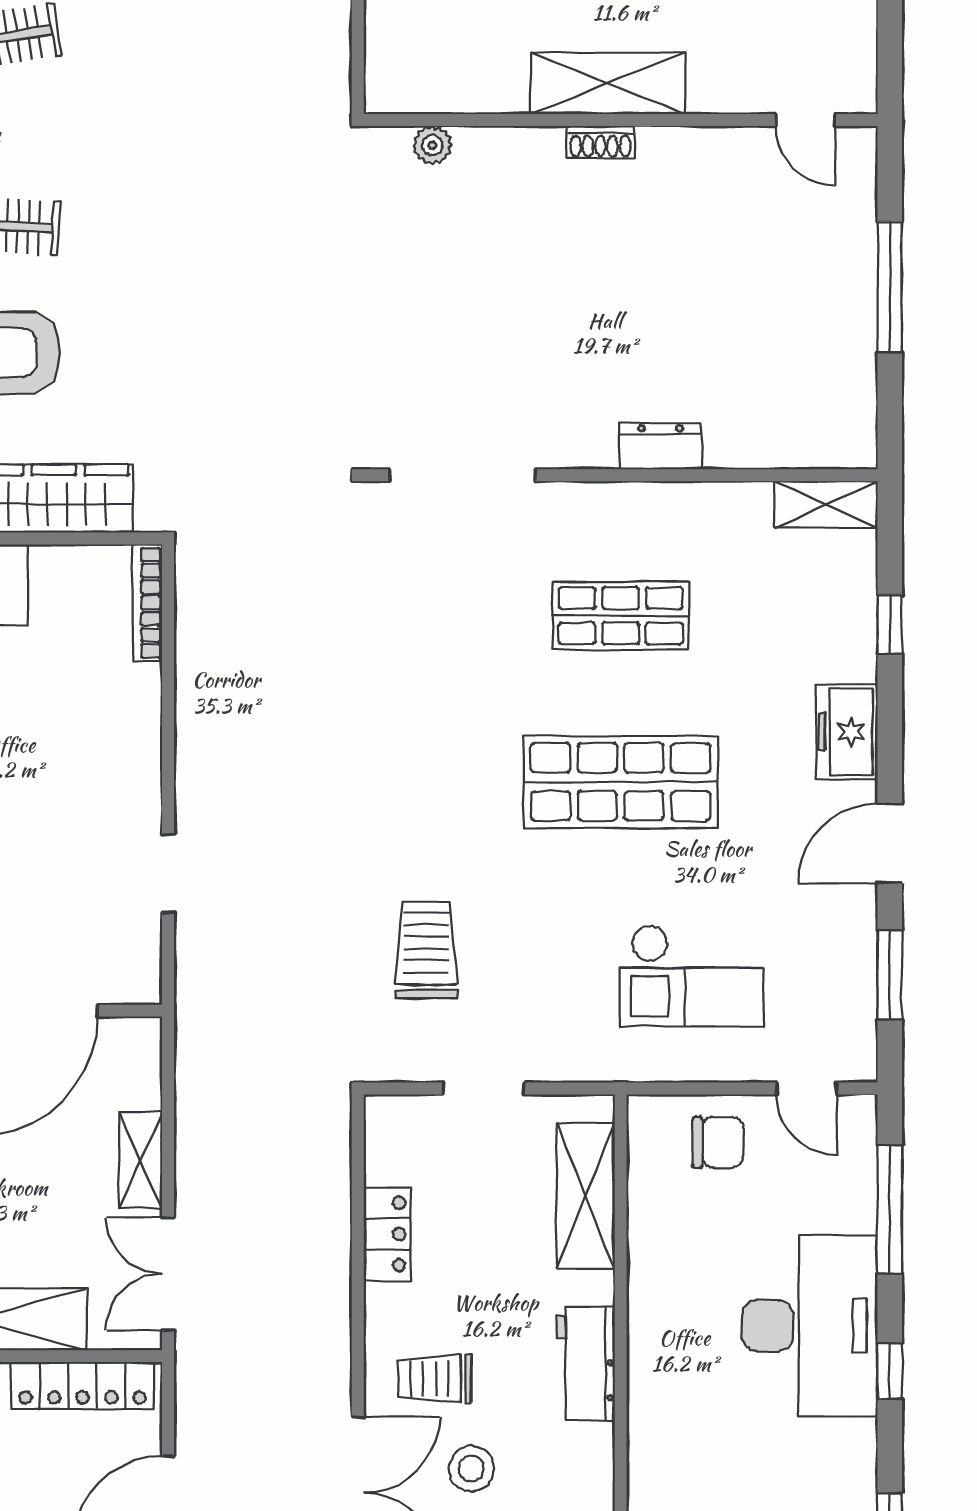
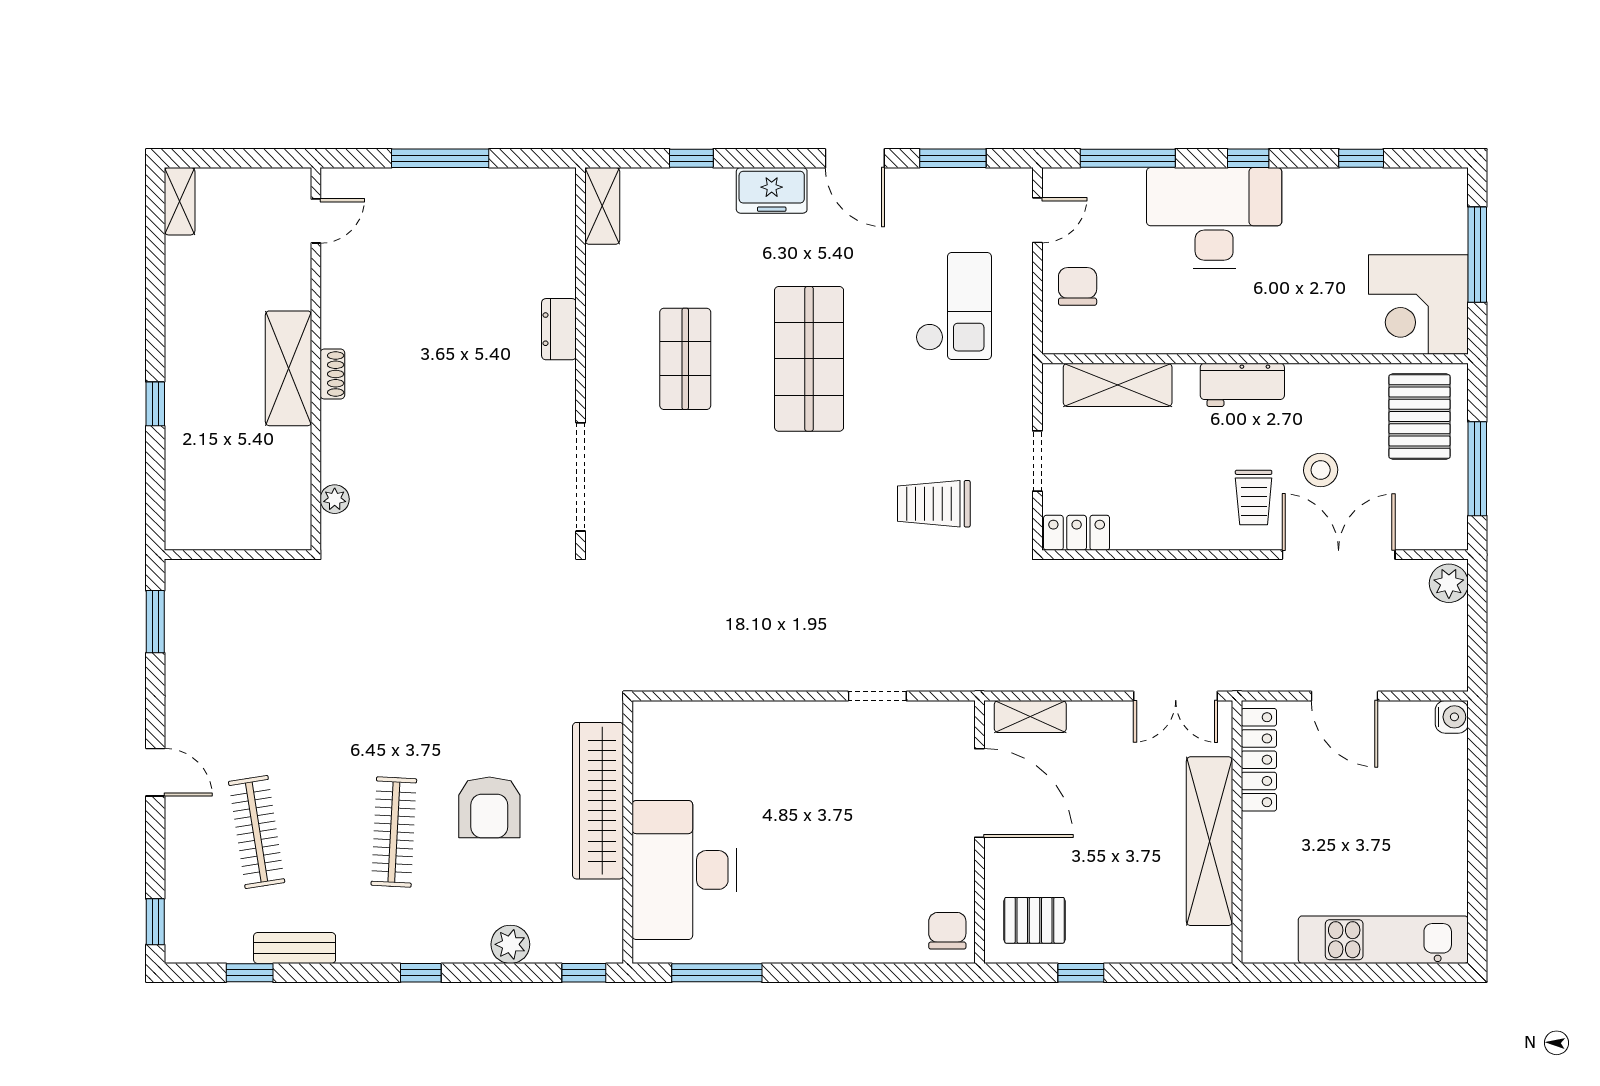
bookcase: (147, 603) -> (676, 712), removed
shelving: (141, 1160) -> (1030, 717), moved
locker: (387, 1234) -> (1077, 533), moved

